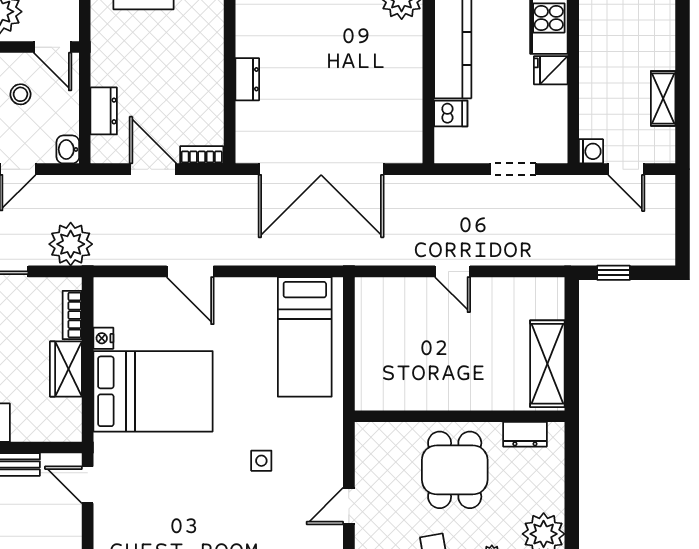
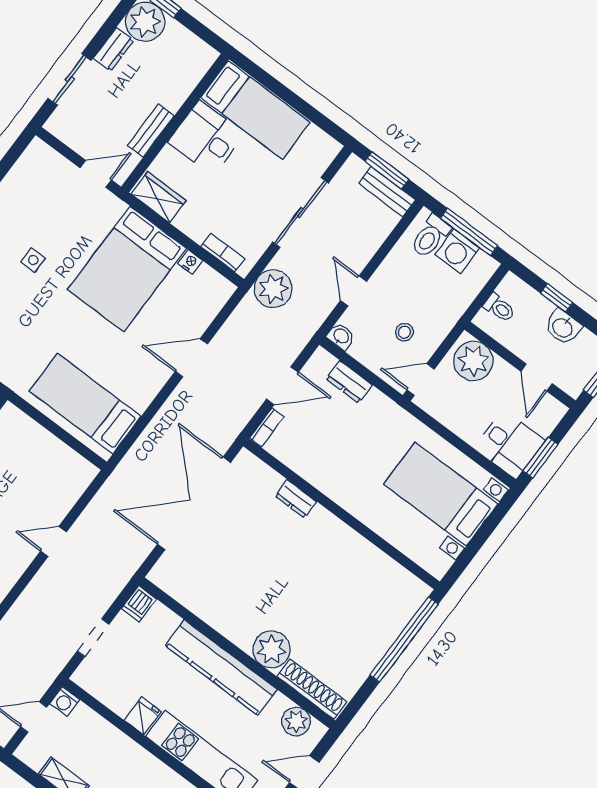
dishwasher: (451, 113) -> (139, 604), moved
wardrobe: (66, 369) -> (159, 197), moved
side table: (261, 461) -> (33, 260), moved

